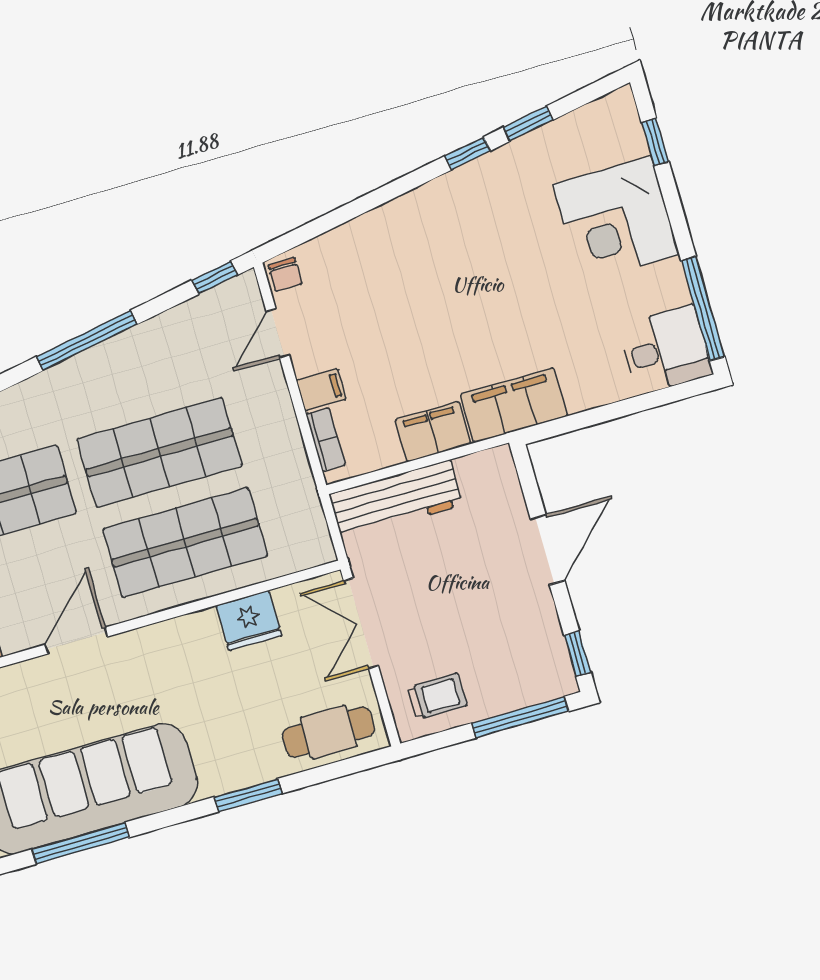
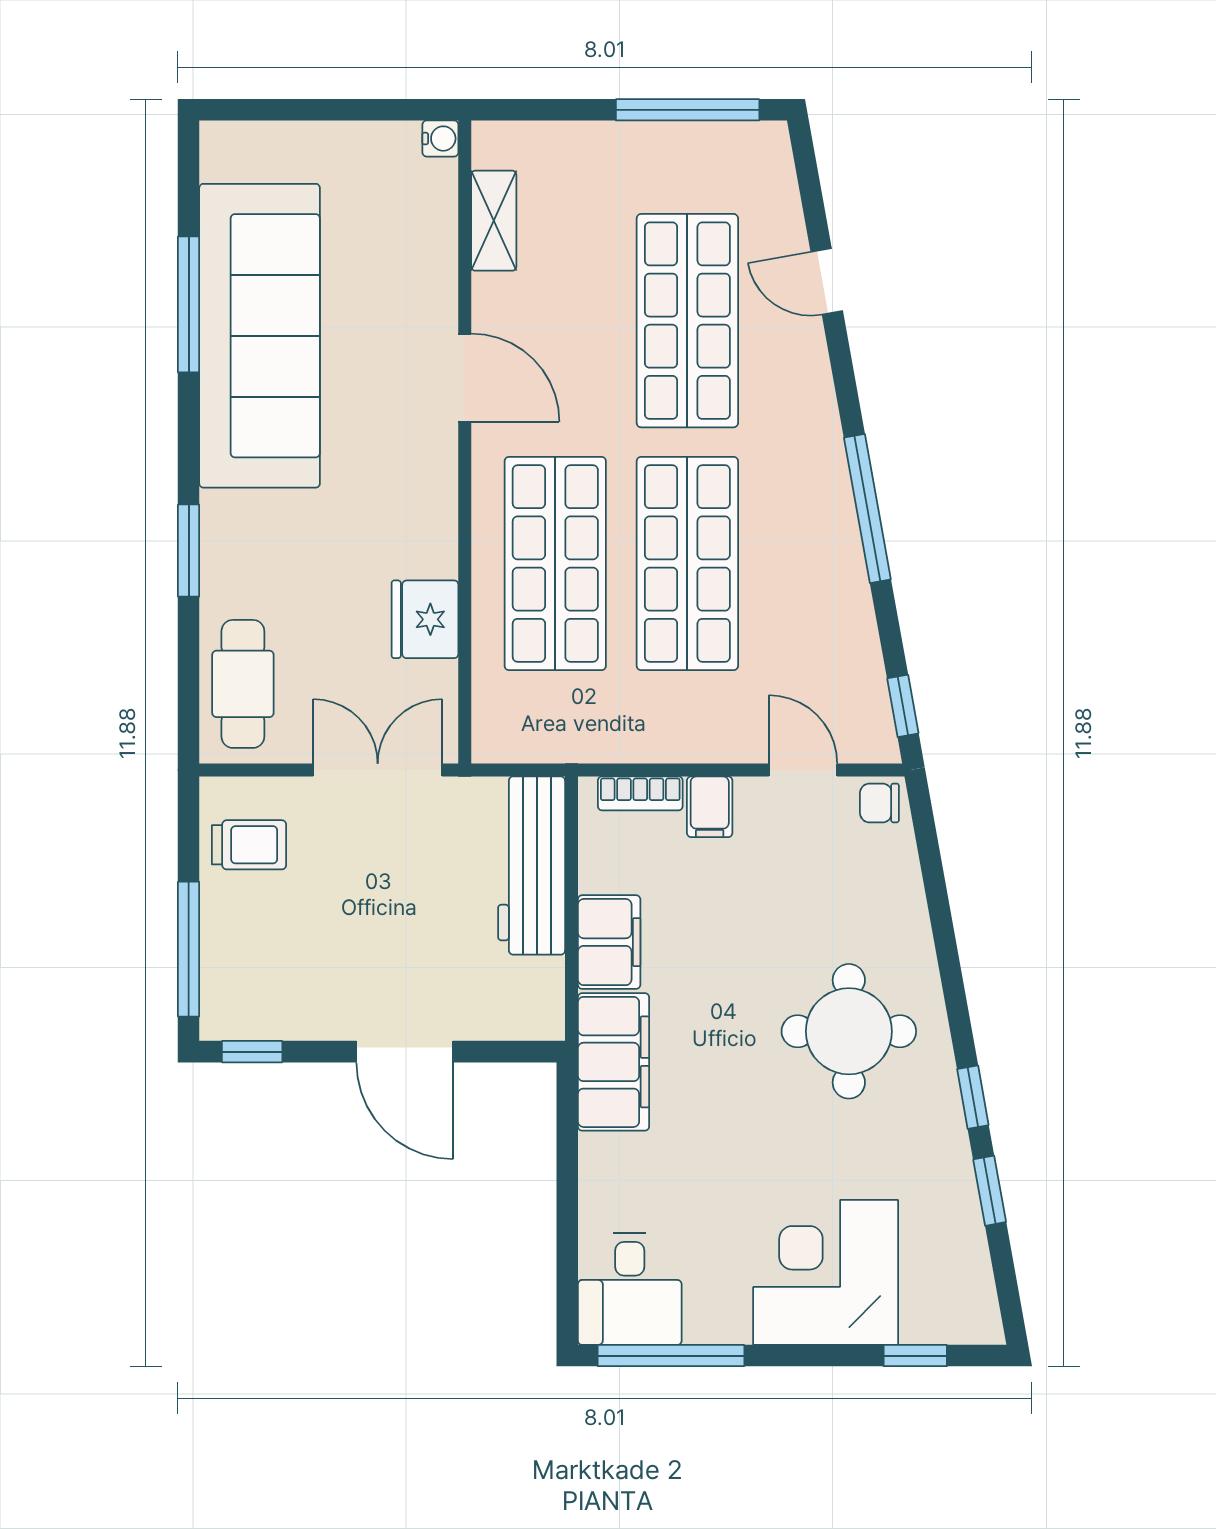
round table: (447, 251) -> (849, 1031), added
trolley: (437, 696) -> (249, 845), turned -90

